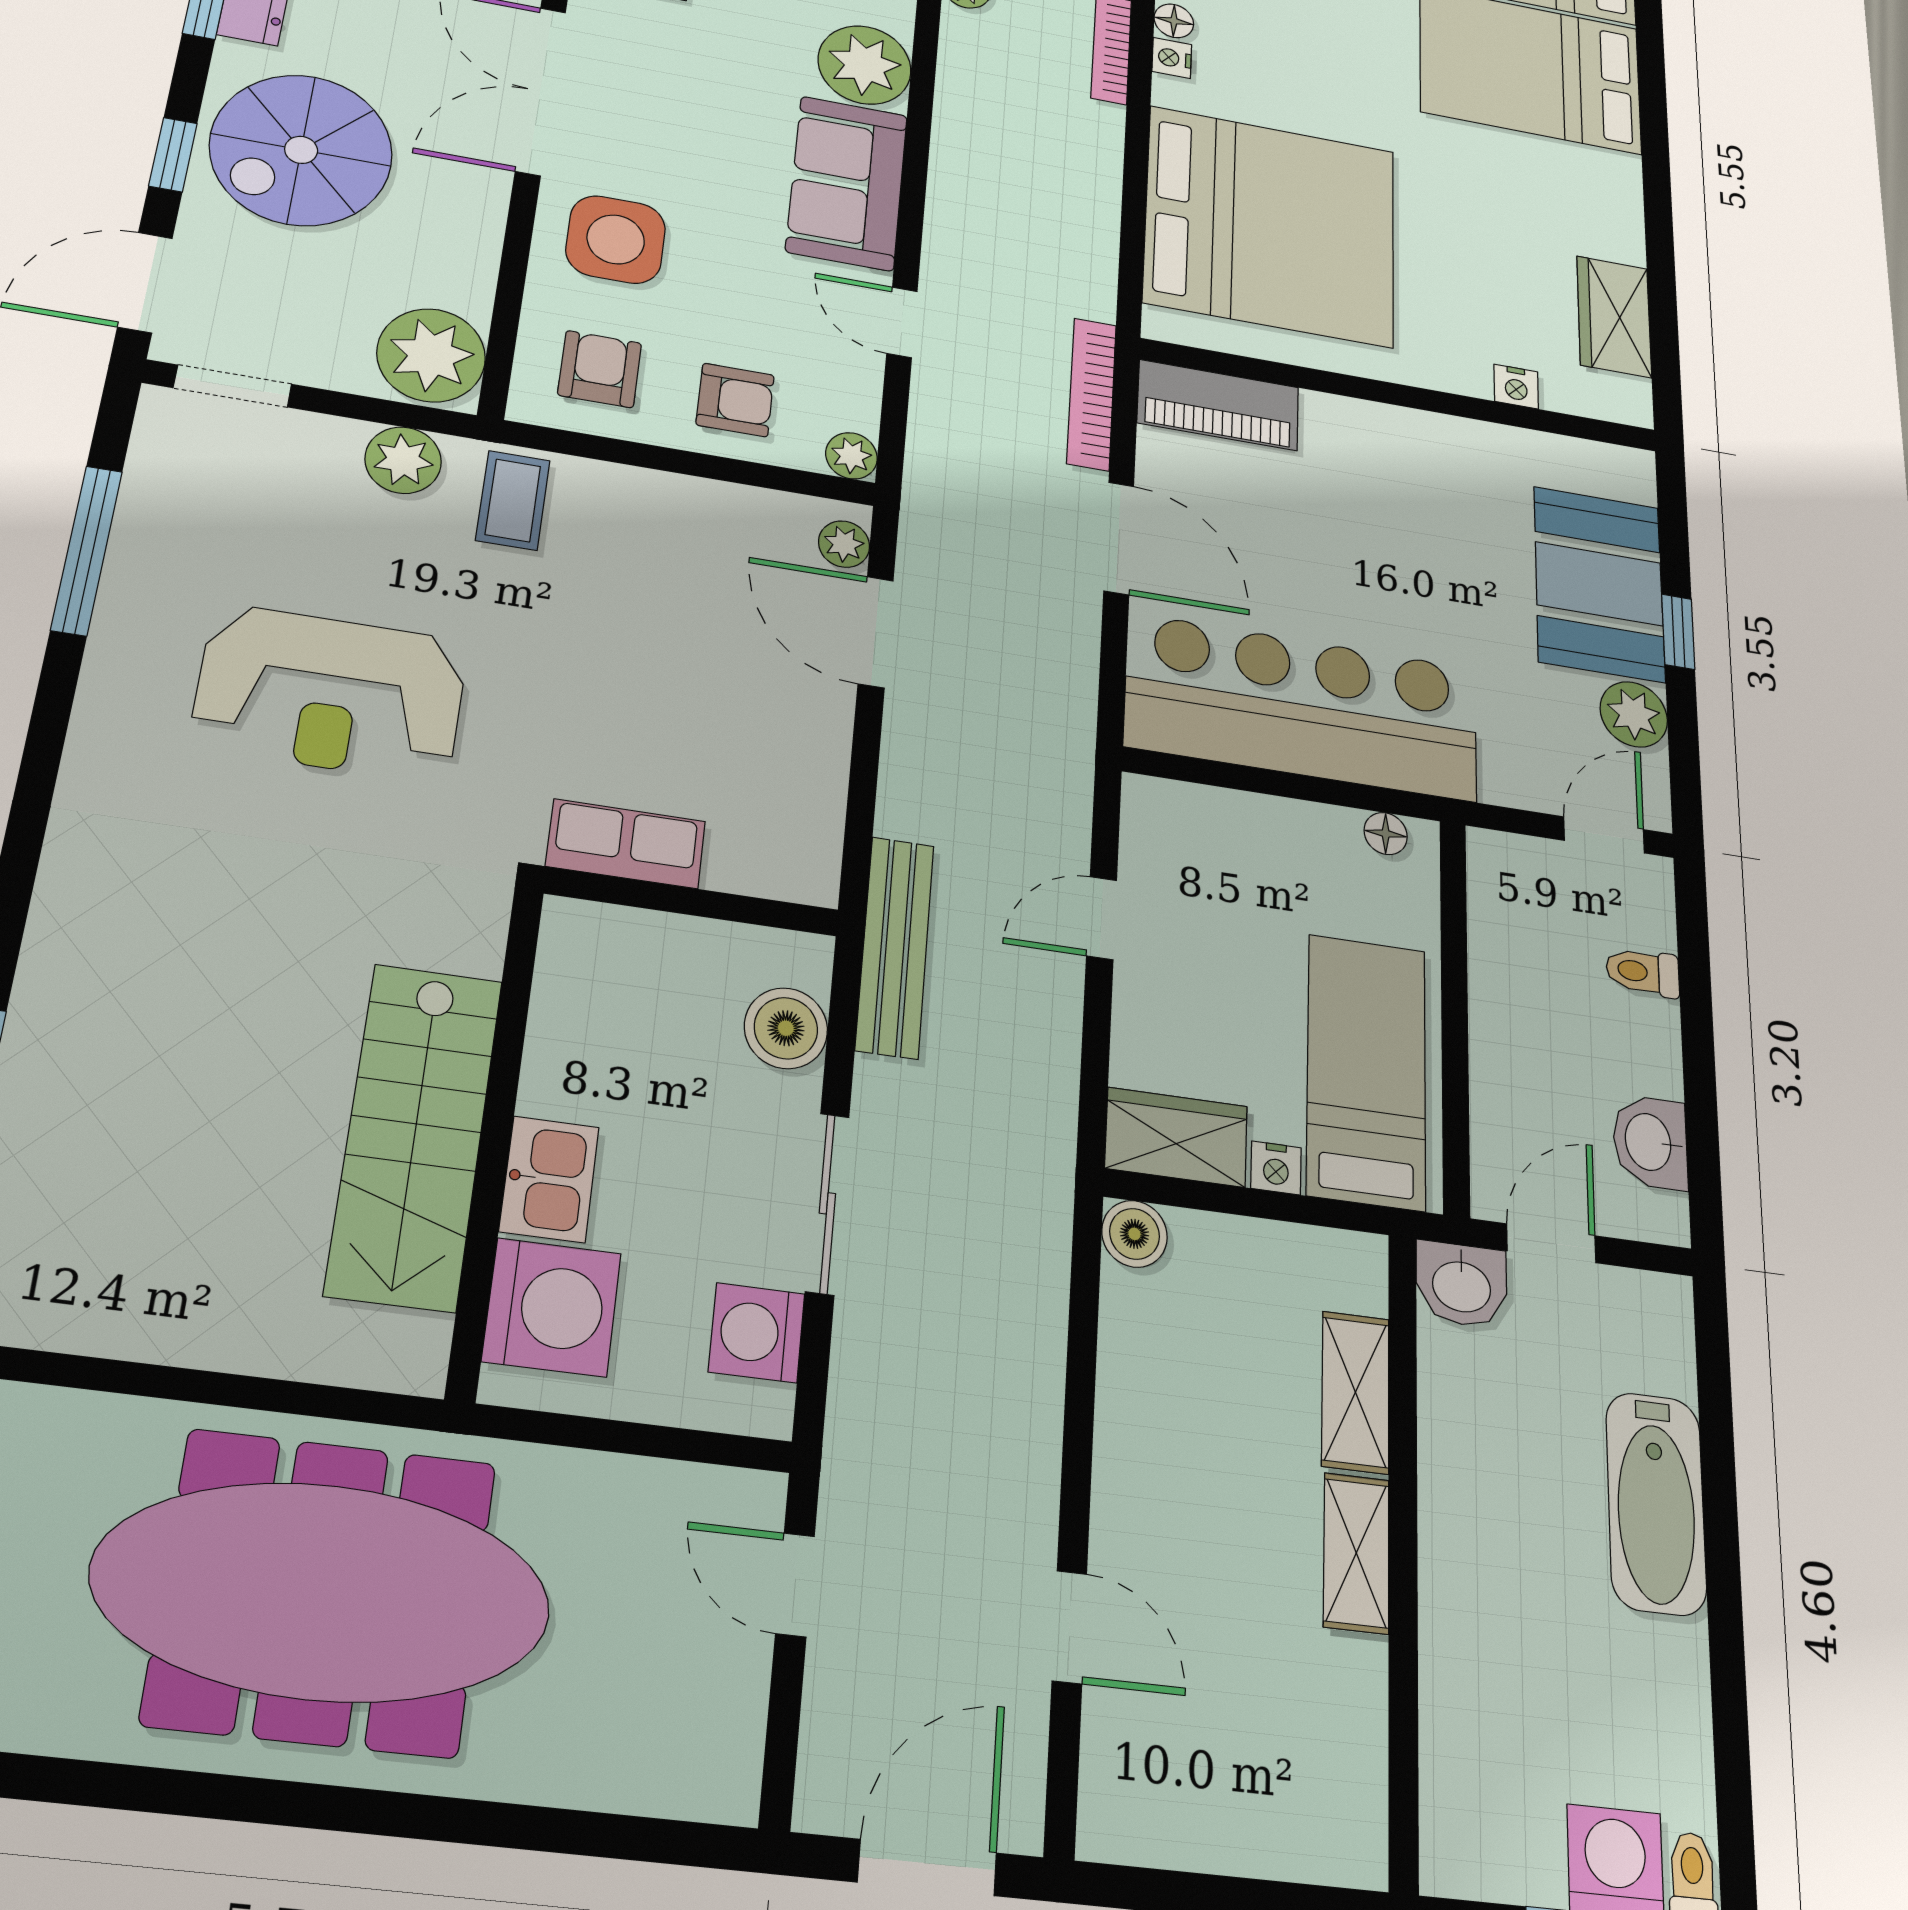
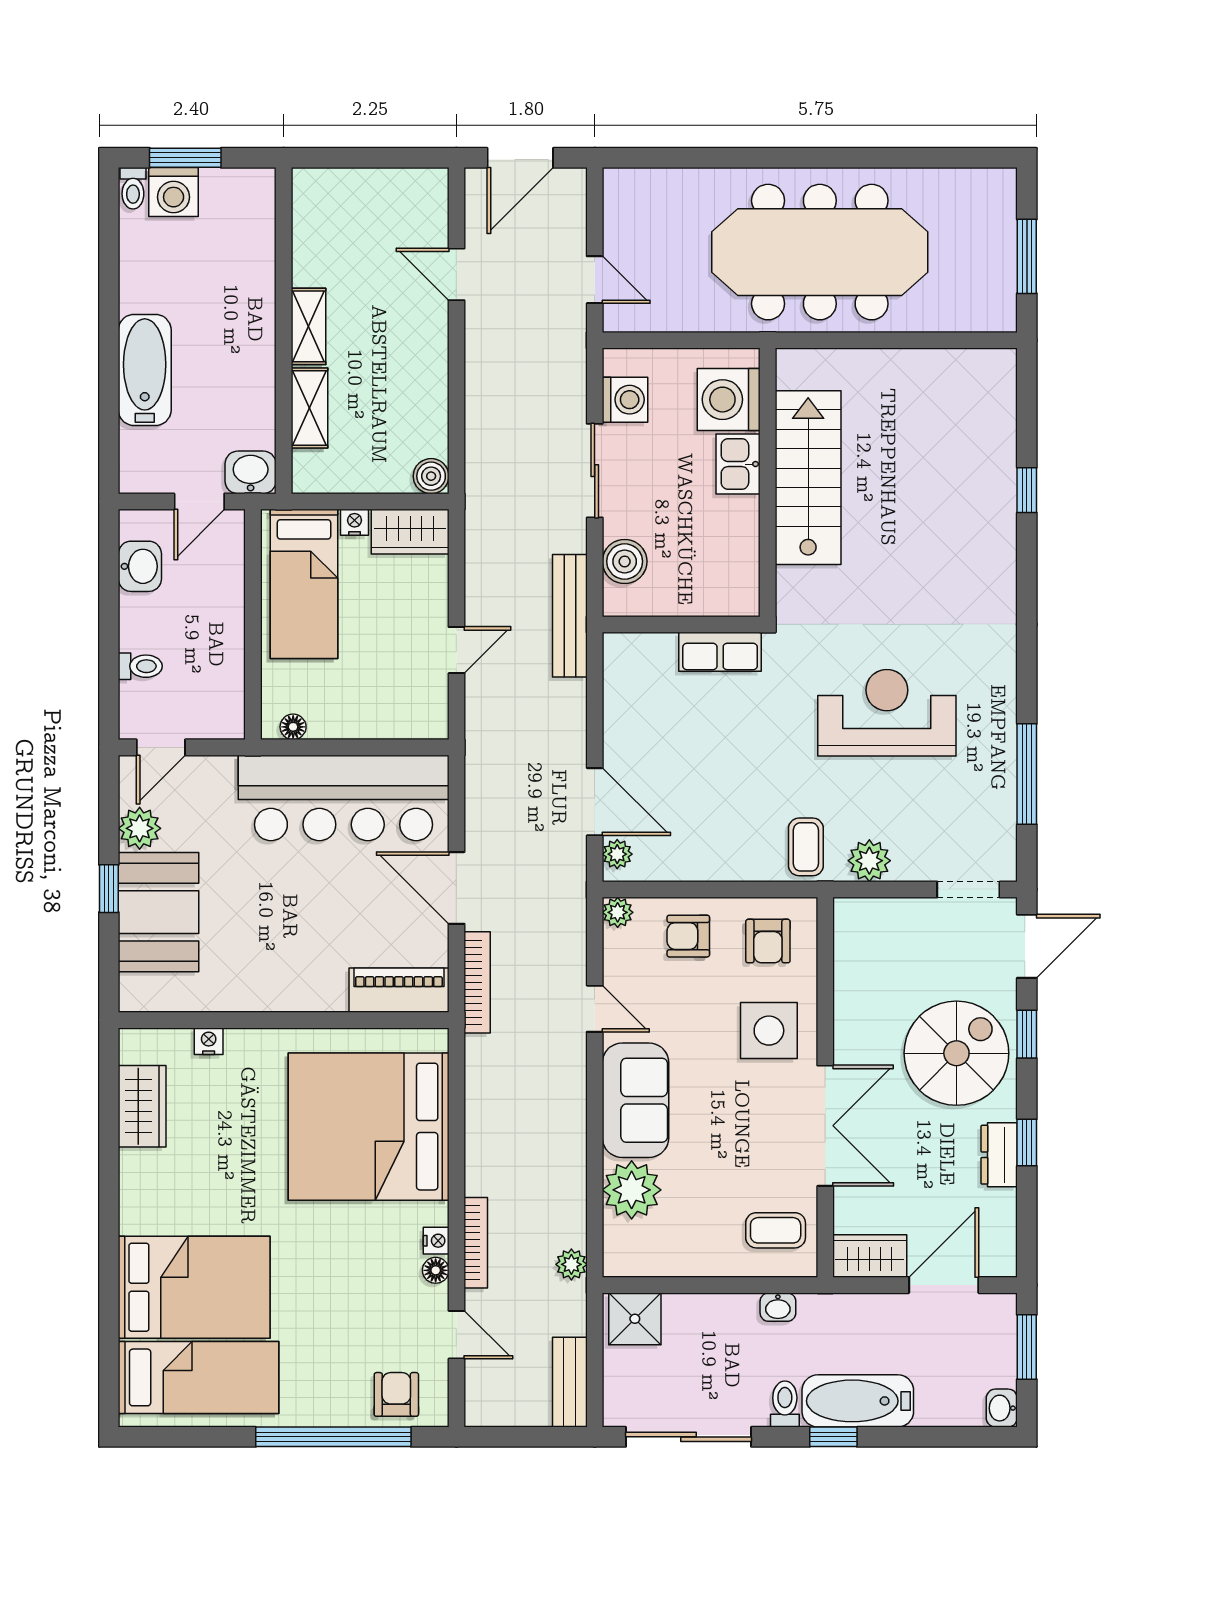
plant: (431, 355) -> (863, 931), removed

